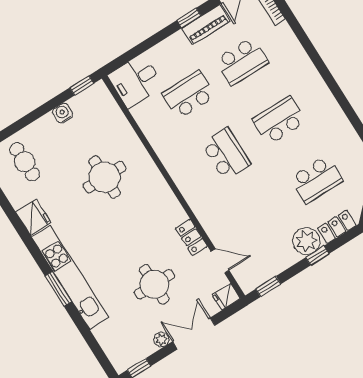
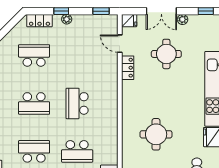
plant: (306, 241) -> (67, 19), width x0.53, depth x0.53

